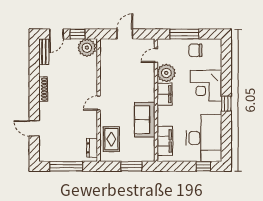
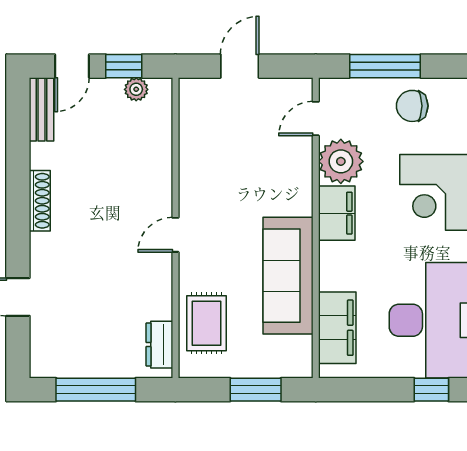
plant: (87, 48) -> (136, 89), width x0.53, depth x0.53
sofa: (145, 120) -> (288, 276), width x1.36

